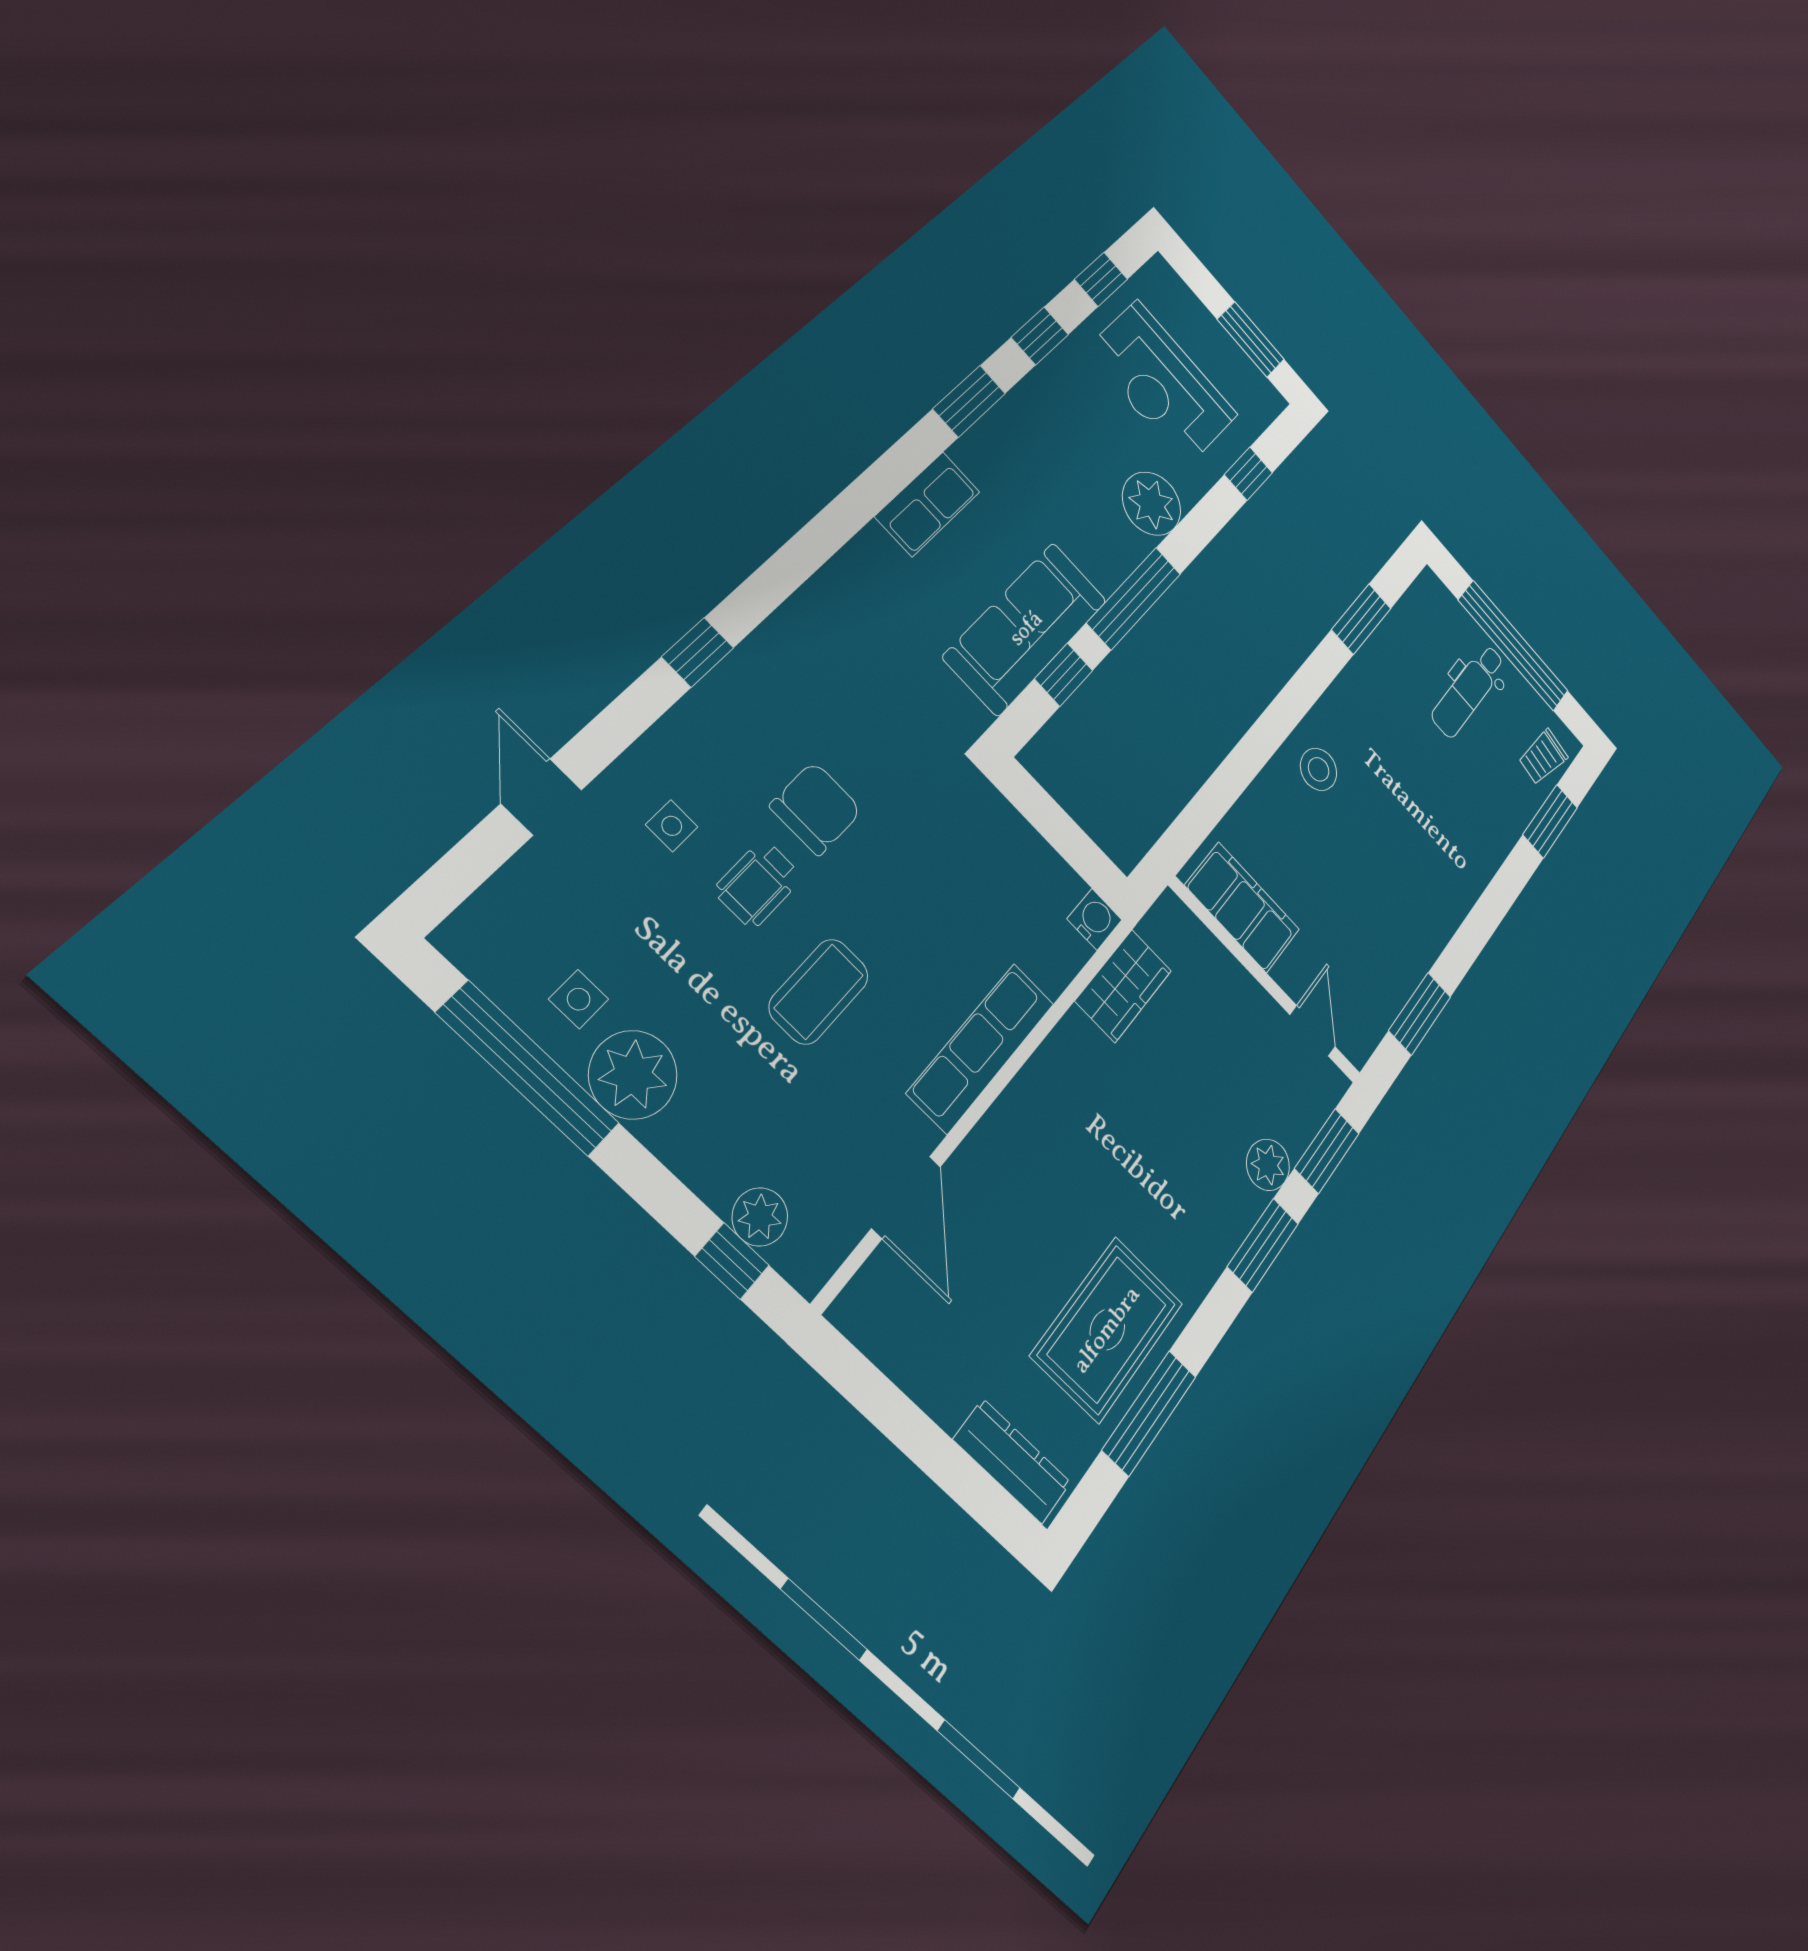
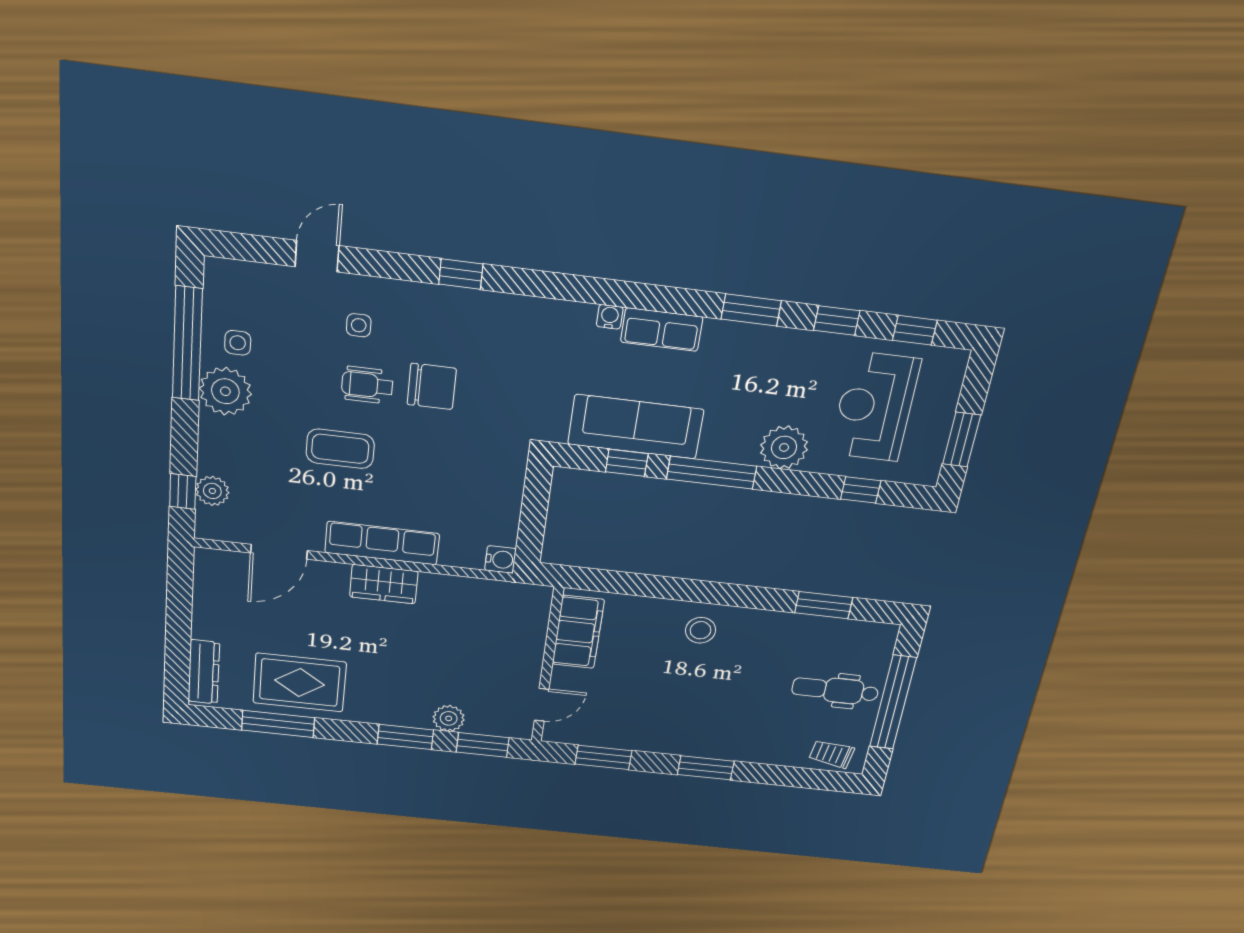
water cooler: (873, 542) -> (610, 317), added
window: (1550, 821) -> (706, 768), moved
wardrobe: (1124, 986) -> (384, 584), moved

